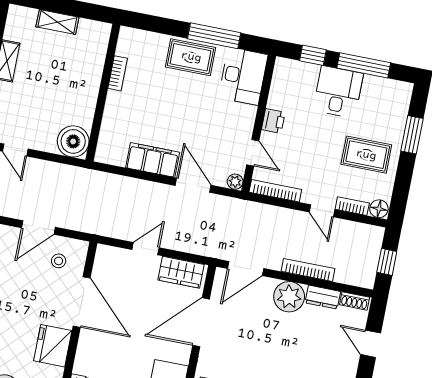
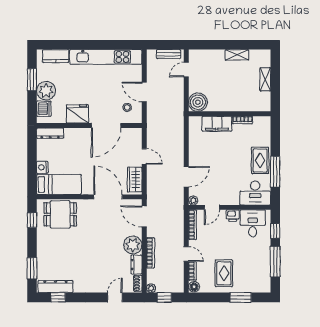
desk: (338, 92) -> (253, 223), moved, turned -90
filing cabinet: (153, 160) -> (217, 124), moved, turned 90
door: (322, 211) -> (186, 254), swing flipped
plant: (367, 281) -> (151, 288), added

